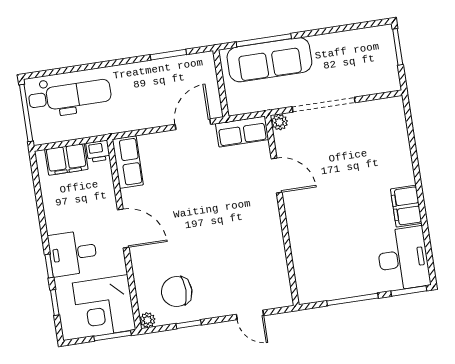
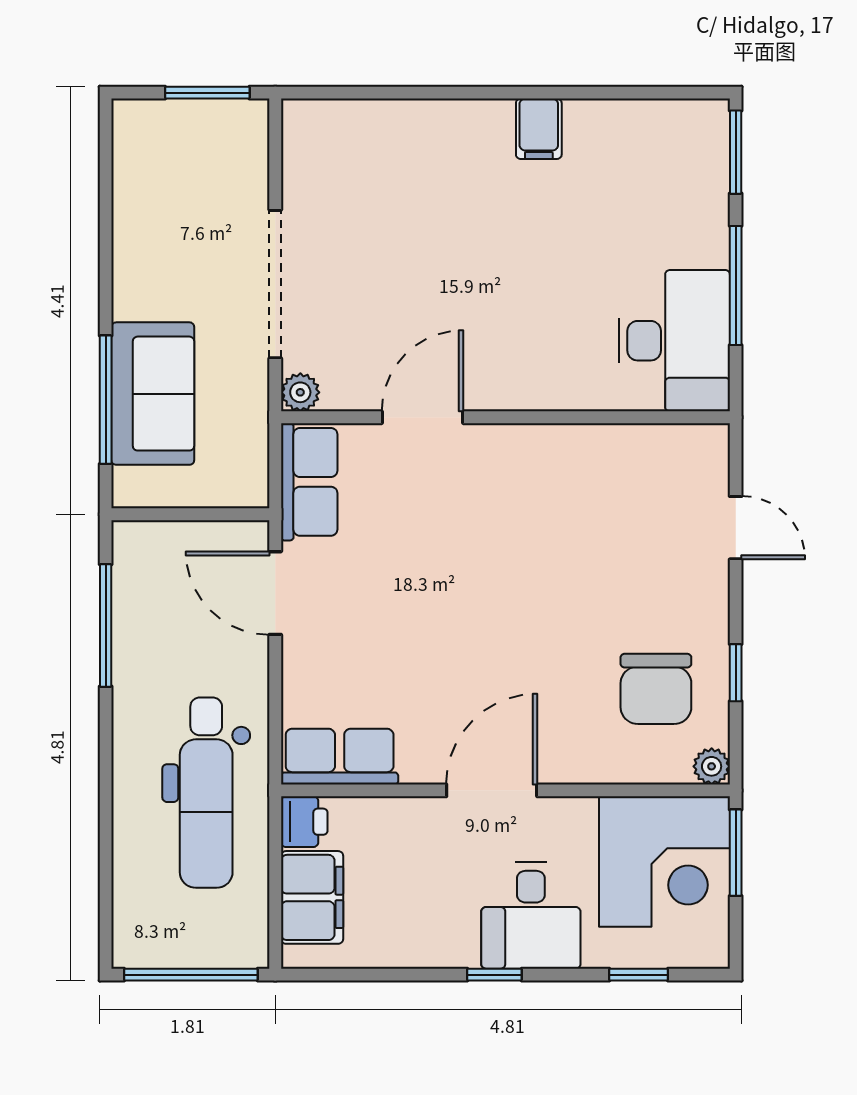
window: (398, 47) -> (207, 93), moved
window: (168, 55) -> (106, 625), width x1.44
sofa: (269, 60) -> (153, 394), width x0.73
dental chair: (70, 95) -> (206, 793), moved, turned 180
filing cabinet: (406, 206) -> (539, 129), width x0.50
desk: (403, 259) -> (674, 341), moved, turned 90
window: (49, 266) -> (494, 975), moved
door: (250, 315) -> (736, 528), hinge flipped

